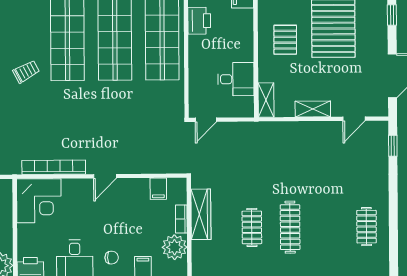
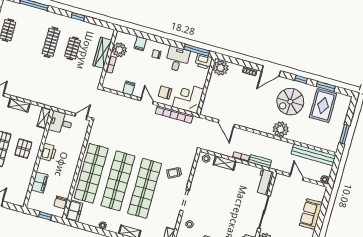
printer: (199, 21) -> (48, 152), moved, turned 180
desk: (236, 79) -> (61, 123), moved
door: (105, 176) -> (147, 101), hinge flipped
filing cabinet: (158, 189) -> (129, 88), moved
chair: (79, 199) -> (165, 93), added
wardrobe: (201, 214) -> (102, 53), moved

